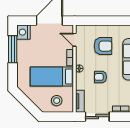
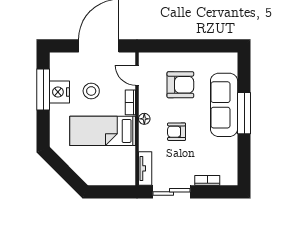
nightstand: (23, 32) -> (60, 92), moved
stool: (57, 101) -> (91, 91), moved

